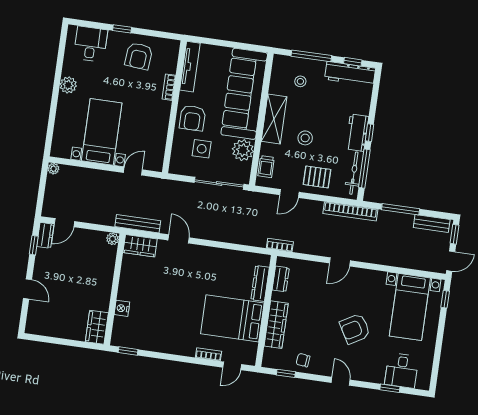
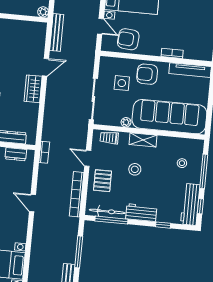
armchair: (139, 56) -> (128, 39), moved
shelving: (274, 119) -> (143, 140), width x0.67, depth x0.75
window: (369, 133) -> (163, 225), moved
plant: (243, 150) -> (126, 122), width x0.53, depth x0.53
bookcase: (350, 211) -> (77, 194), moved
wardrobe: (140, 246) -> (33, 89), moved

